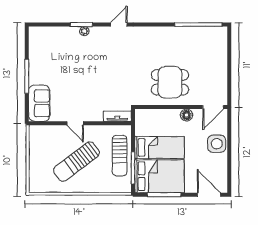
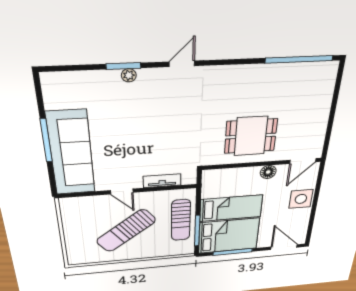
sofa: (39, 103) -> (71, 153), width x1.85, depth x1.27
tv unit: (117, 116) -> (162, 181), moved

